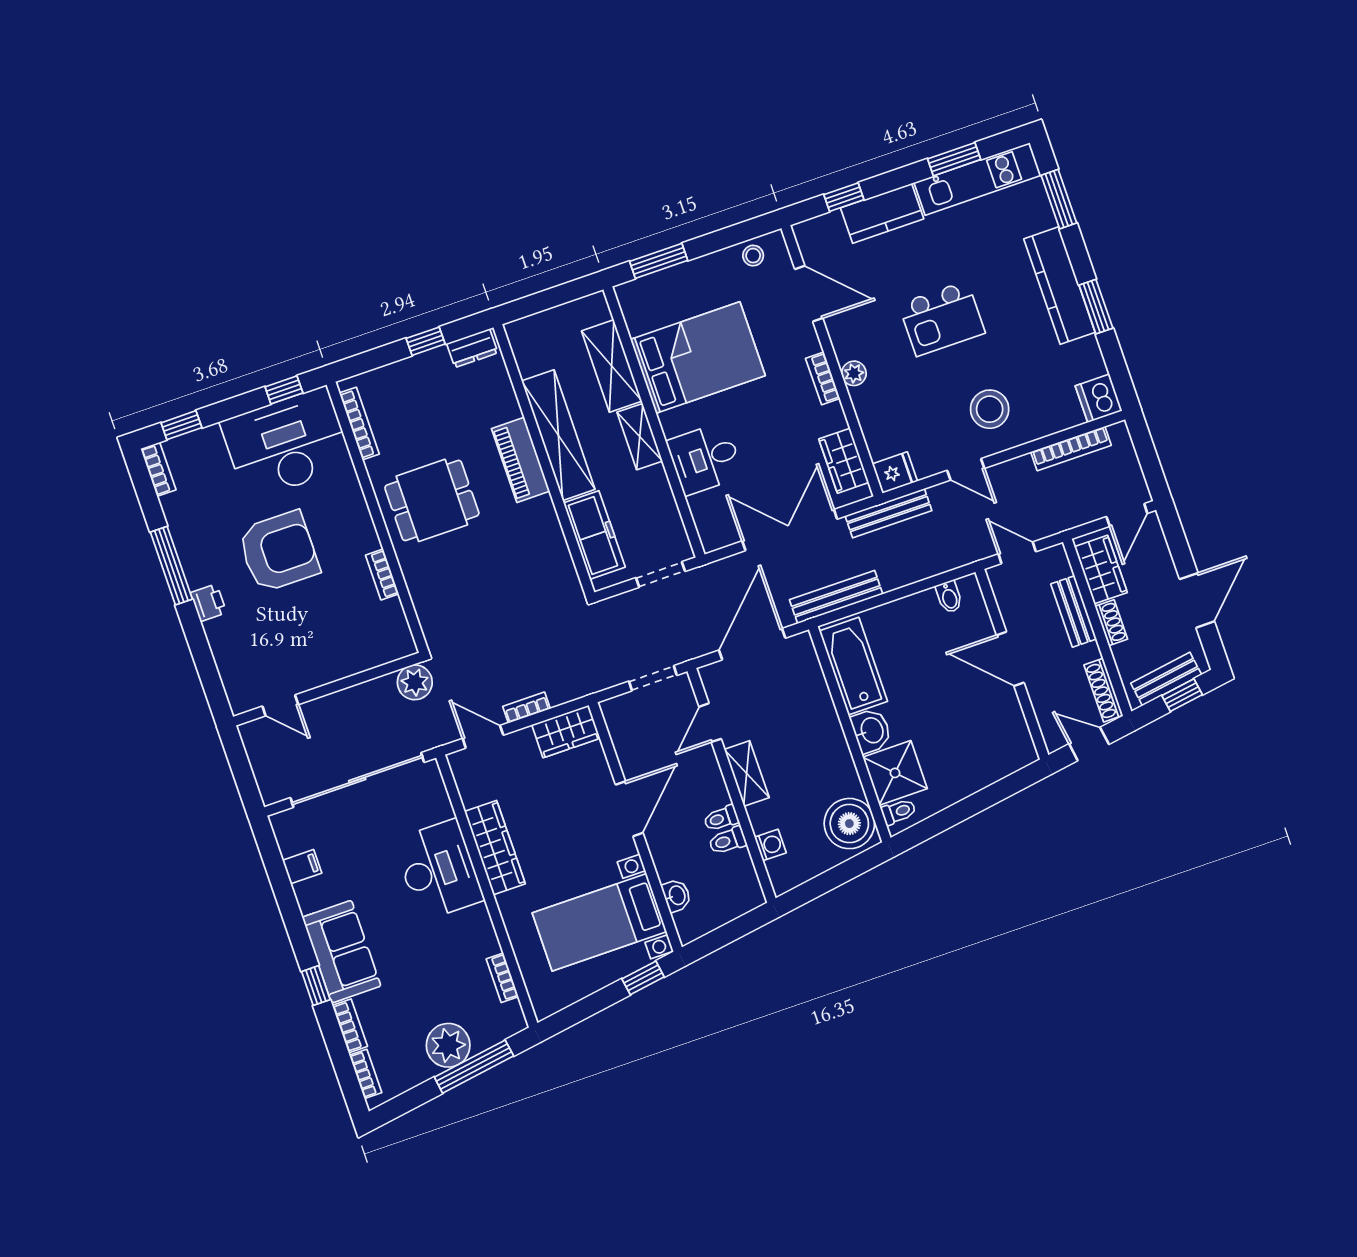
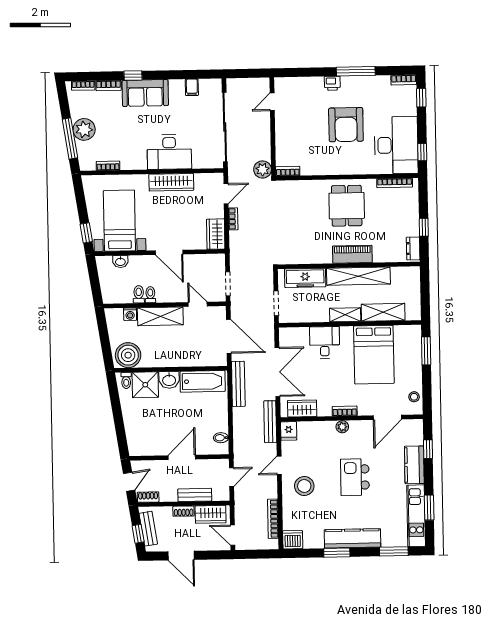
bookcase: (382, 575) -> (288, 171), moved
shoe rack: (1103, 690) -> (148, 497), width x0.70
shelving: (747, 773) -> (160, 316), width x1.50, depth x1.33

